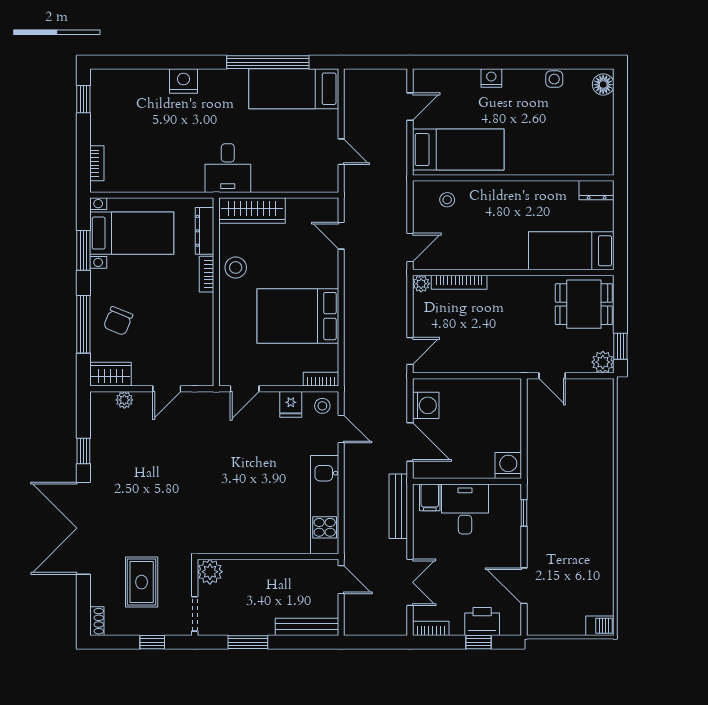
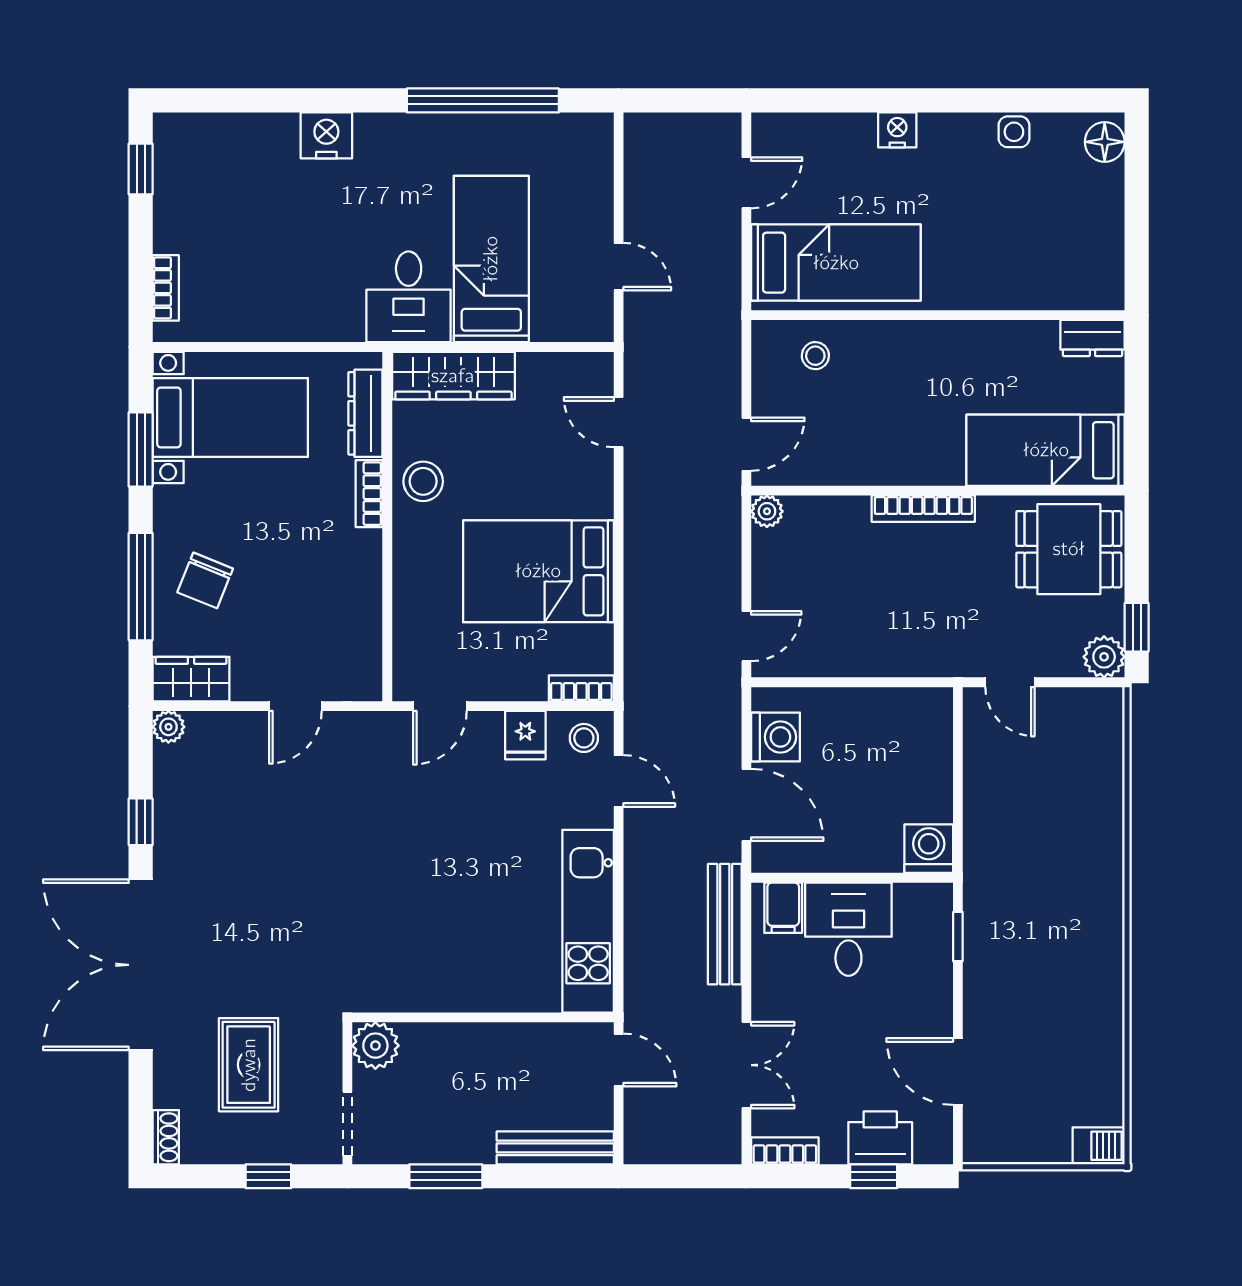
bed: (294, 89) -> (491, 259), moved, turned 90
bookcase: (459, 282) -> (923, 509), moved
plant: (124, 400) -> (168, 727), moved

